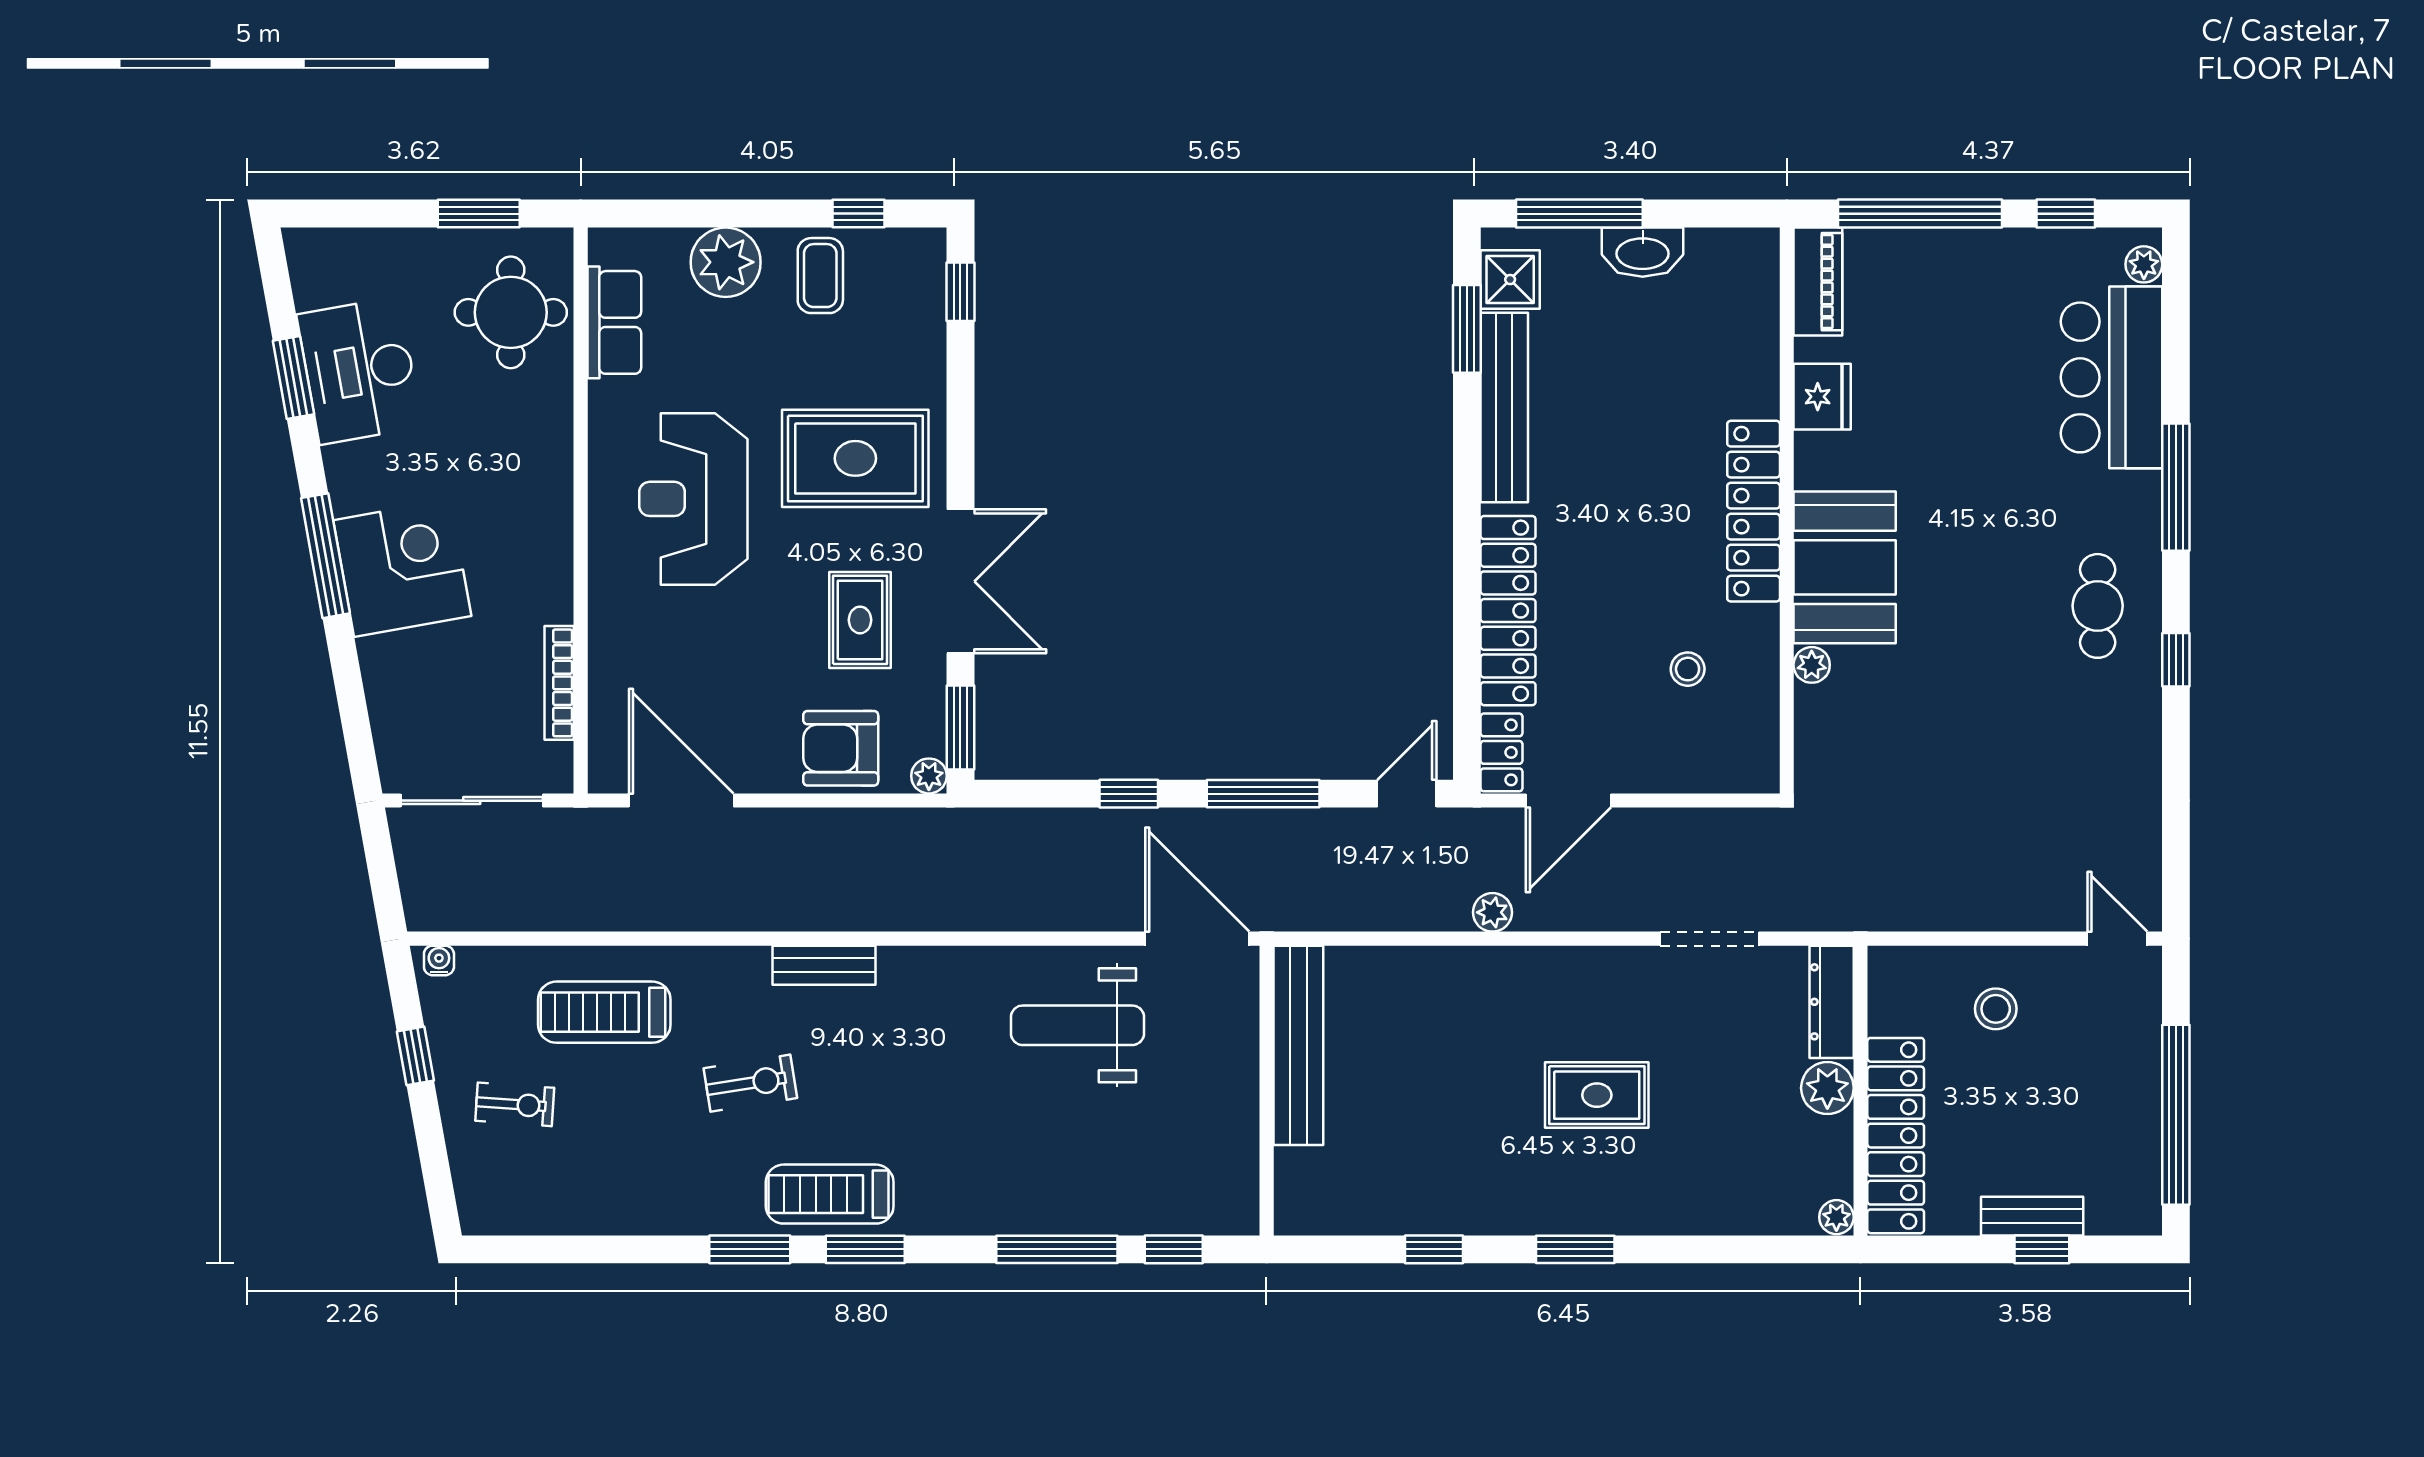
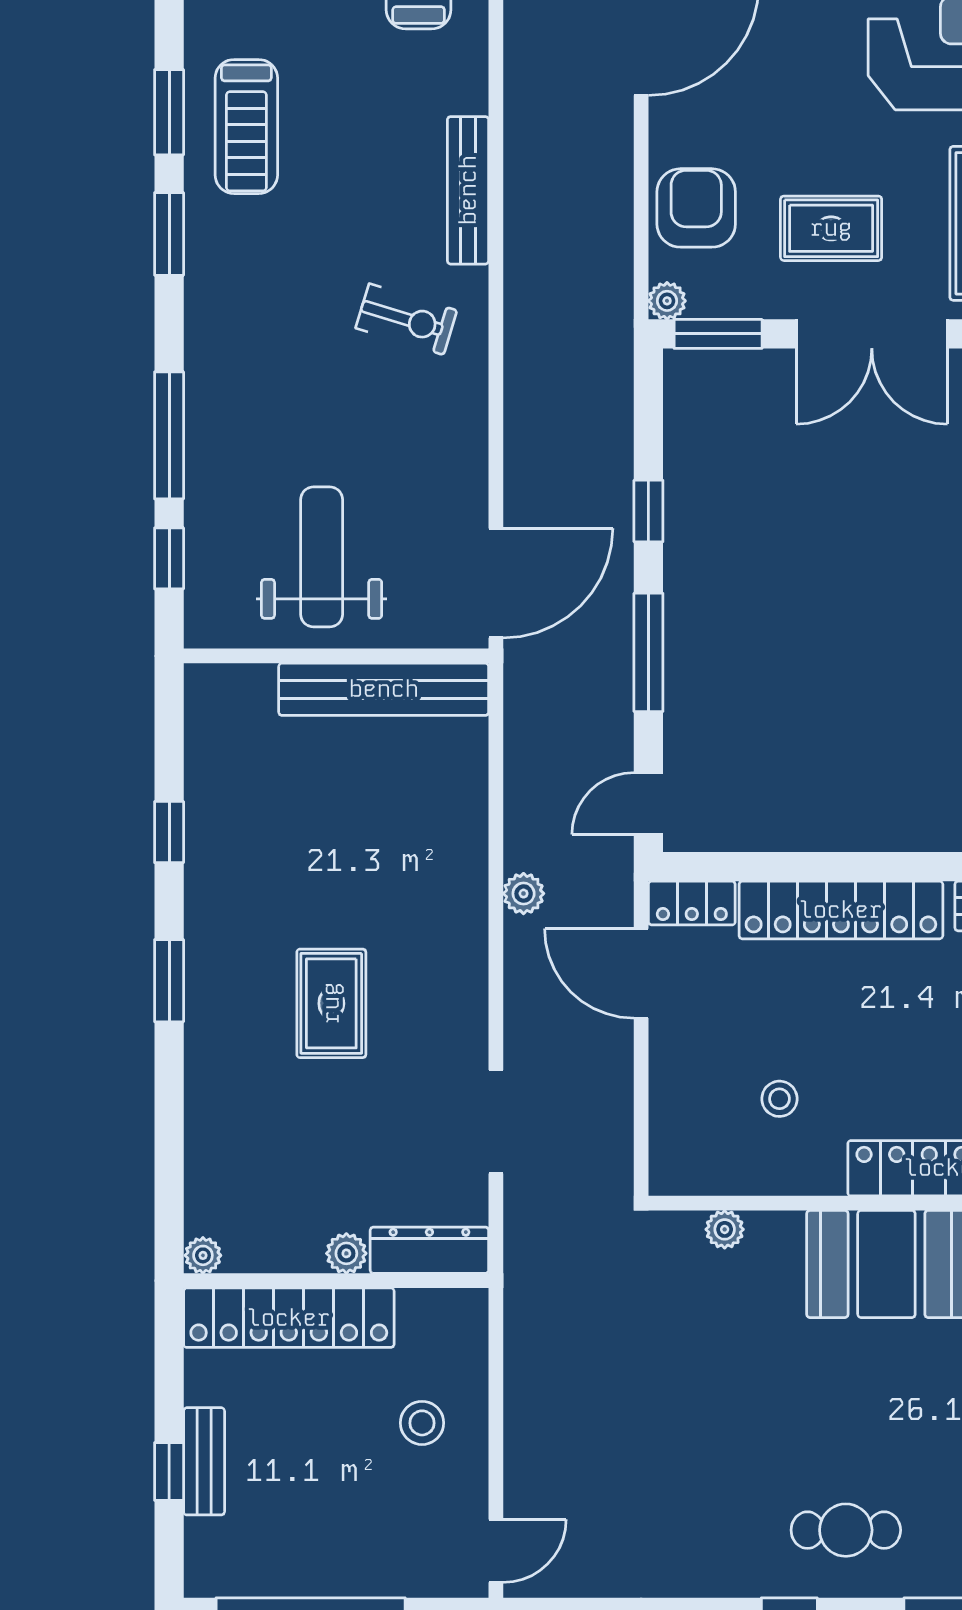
plant: (1812, 665) -> (725, 1229), moved
door: (1407, 794) -> (648, 803), swing flipped
bench: (824, 965) -> (468, 190), width x1.36
weight bench: (1077, 1025) -> (322, 557), moved
exercise bike: (750, 1083) -> (406, 319), moved, turned -64
plant: (1827, 1088) -> (346, 1253), width x0.73, depth x0.73
treadmill: (830, 1194) -> (246, 127), moved, turned 180

